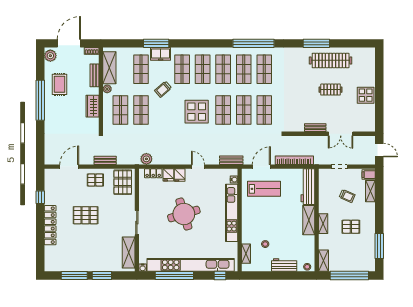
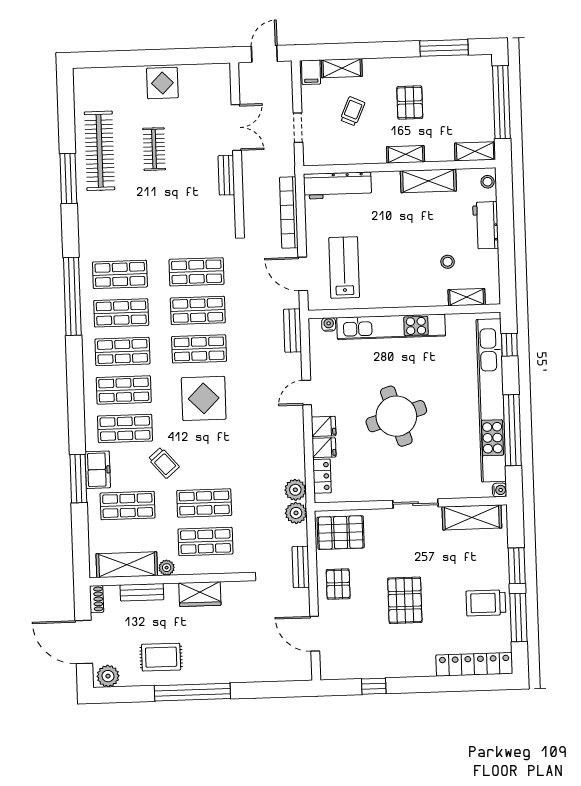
plant: (134, 159) -> (296, 513), added
shelving: (309, 220) -> (428, 181), moved
locker: (50, 225) -> (474, 664), moved
trolley: (83, 258) -> (486, 603), added

